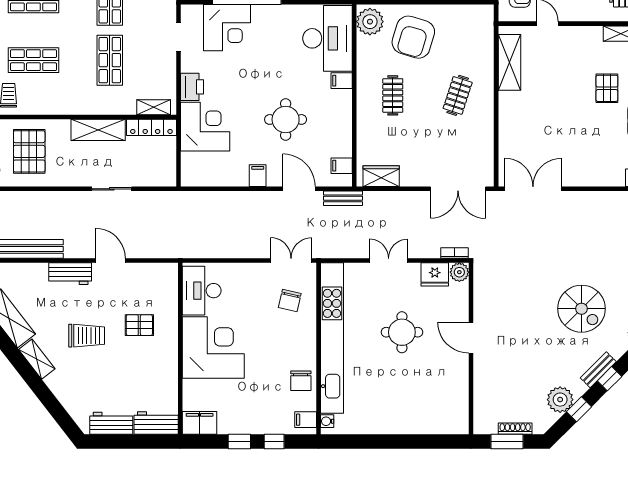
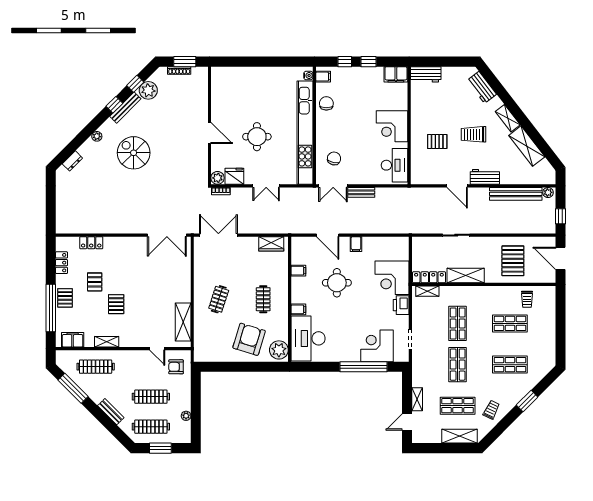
filing cabinet: (342, 166) -> (298, 271), moved
bench: (343, 198) -> (361, 192), moved
corner desk: (213, 347) -> (392, 126), width x0.74, depth x0.74
bench: (598, 370) -> (125, 108), width x1.36
workbench: (111, 423) -> (482, 87), moved, turned 52

